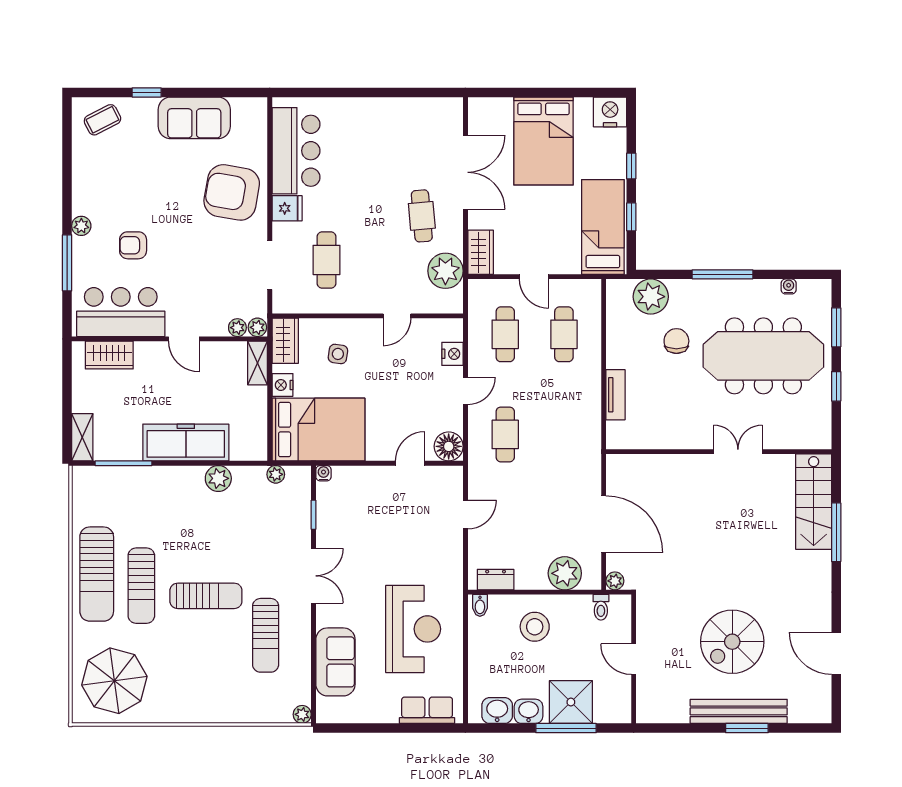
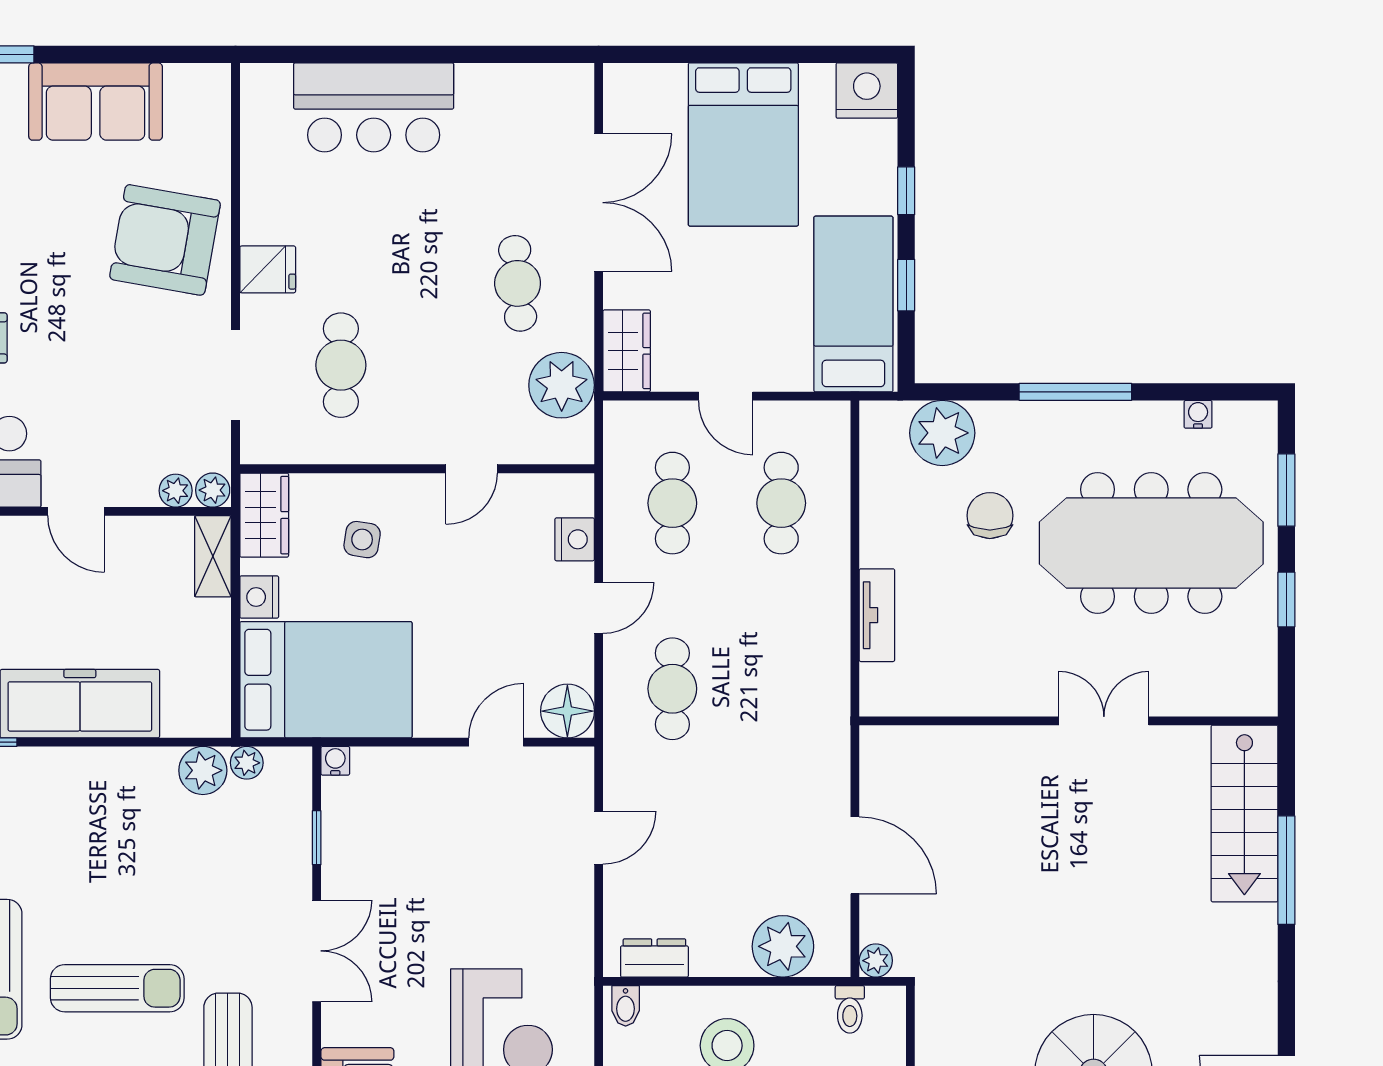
bar counter: (296, 151) -> (374, 107), moved, turned 90
plant: (218, 478) -> (203, 770), moved
door: (604, 524) -> (855, 855), width x0.73

